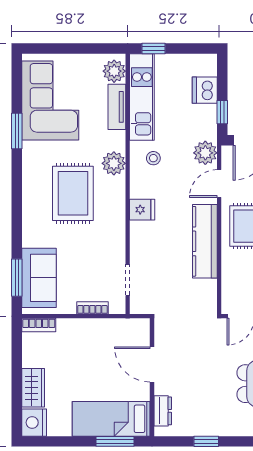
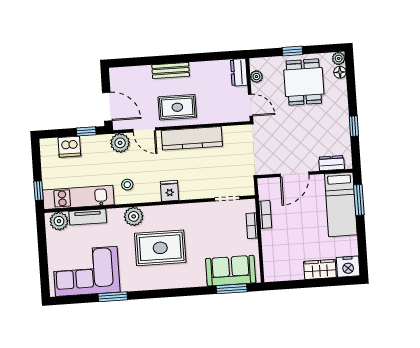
bookcase: (39, 325) -> (265, 215), moved

